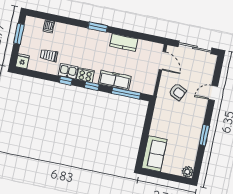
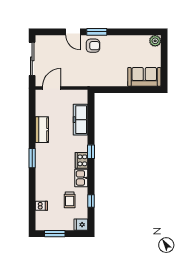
freezer: (115, 80) -> (81, 120), moved
window: (66, 81) -> (91, 201), moved
armchair: (178, 92) -> (93, 46), moved, turned 65
window: (126, 93) -> (91, 117), removed
window: (204, 135) -> (97, 32), moved

